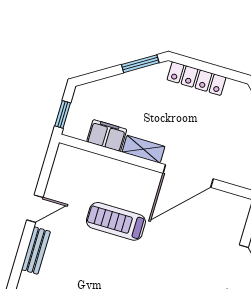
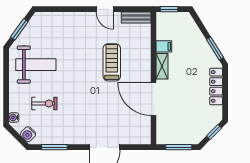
filing cabinet: (107, 135) -> (164, 46), width x0.50
bench: (36, 251) -> (136, 17), moved

